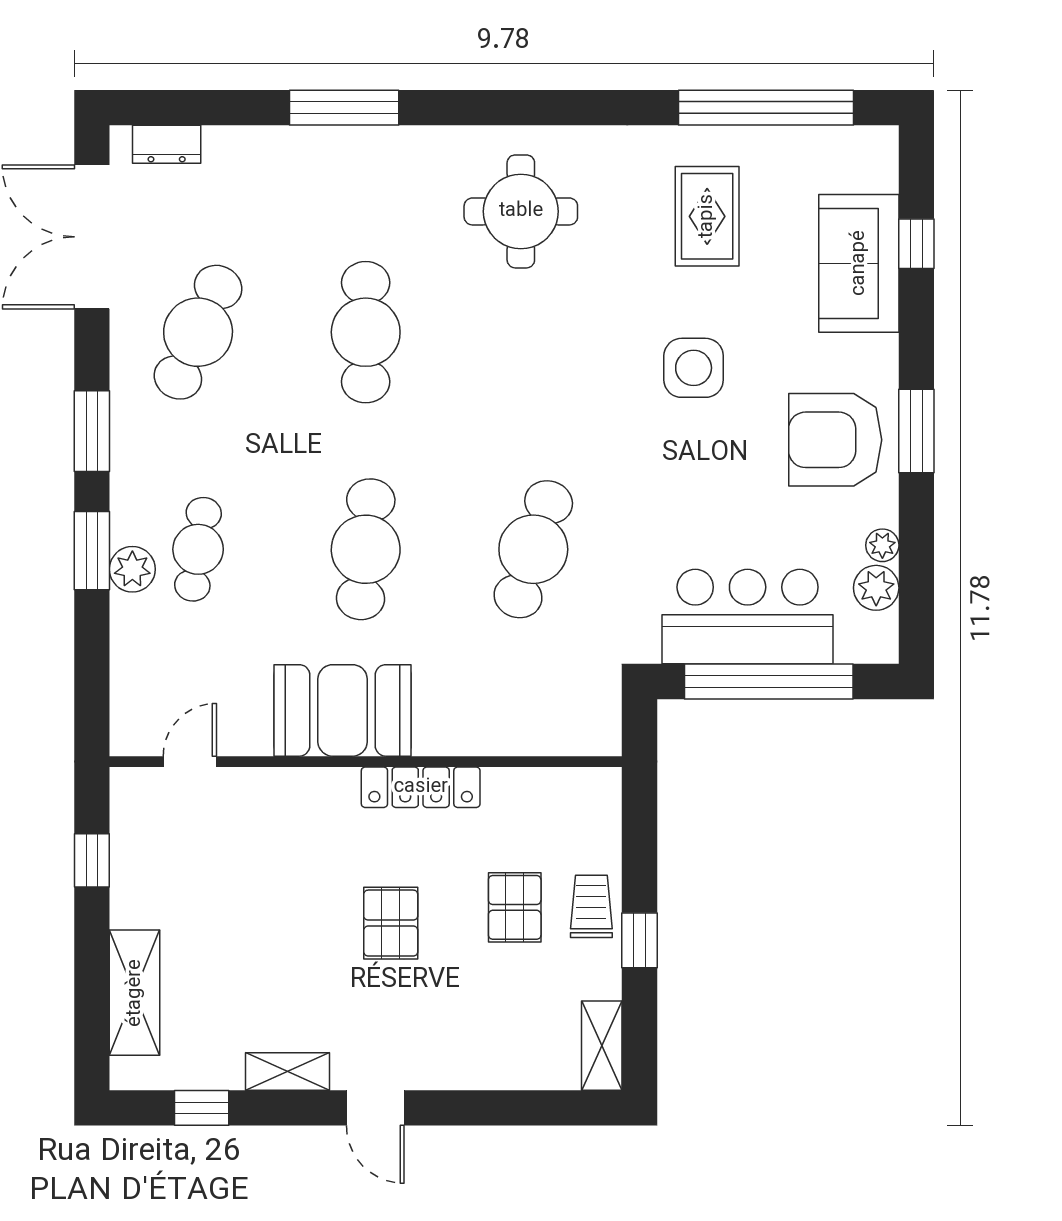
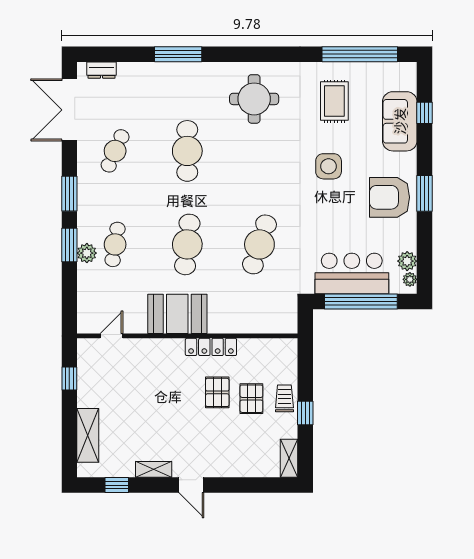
cafe table: (198, 332) -> (115, 151), width x0.73, depth x0.74
plant: (882, 545) -> (410, 279), moved
pallet: (391, 923) -> (217, 392), moved

